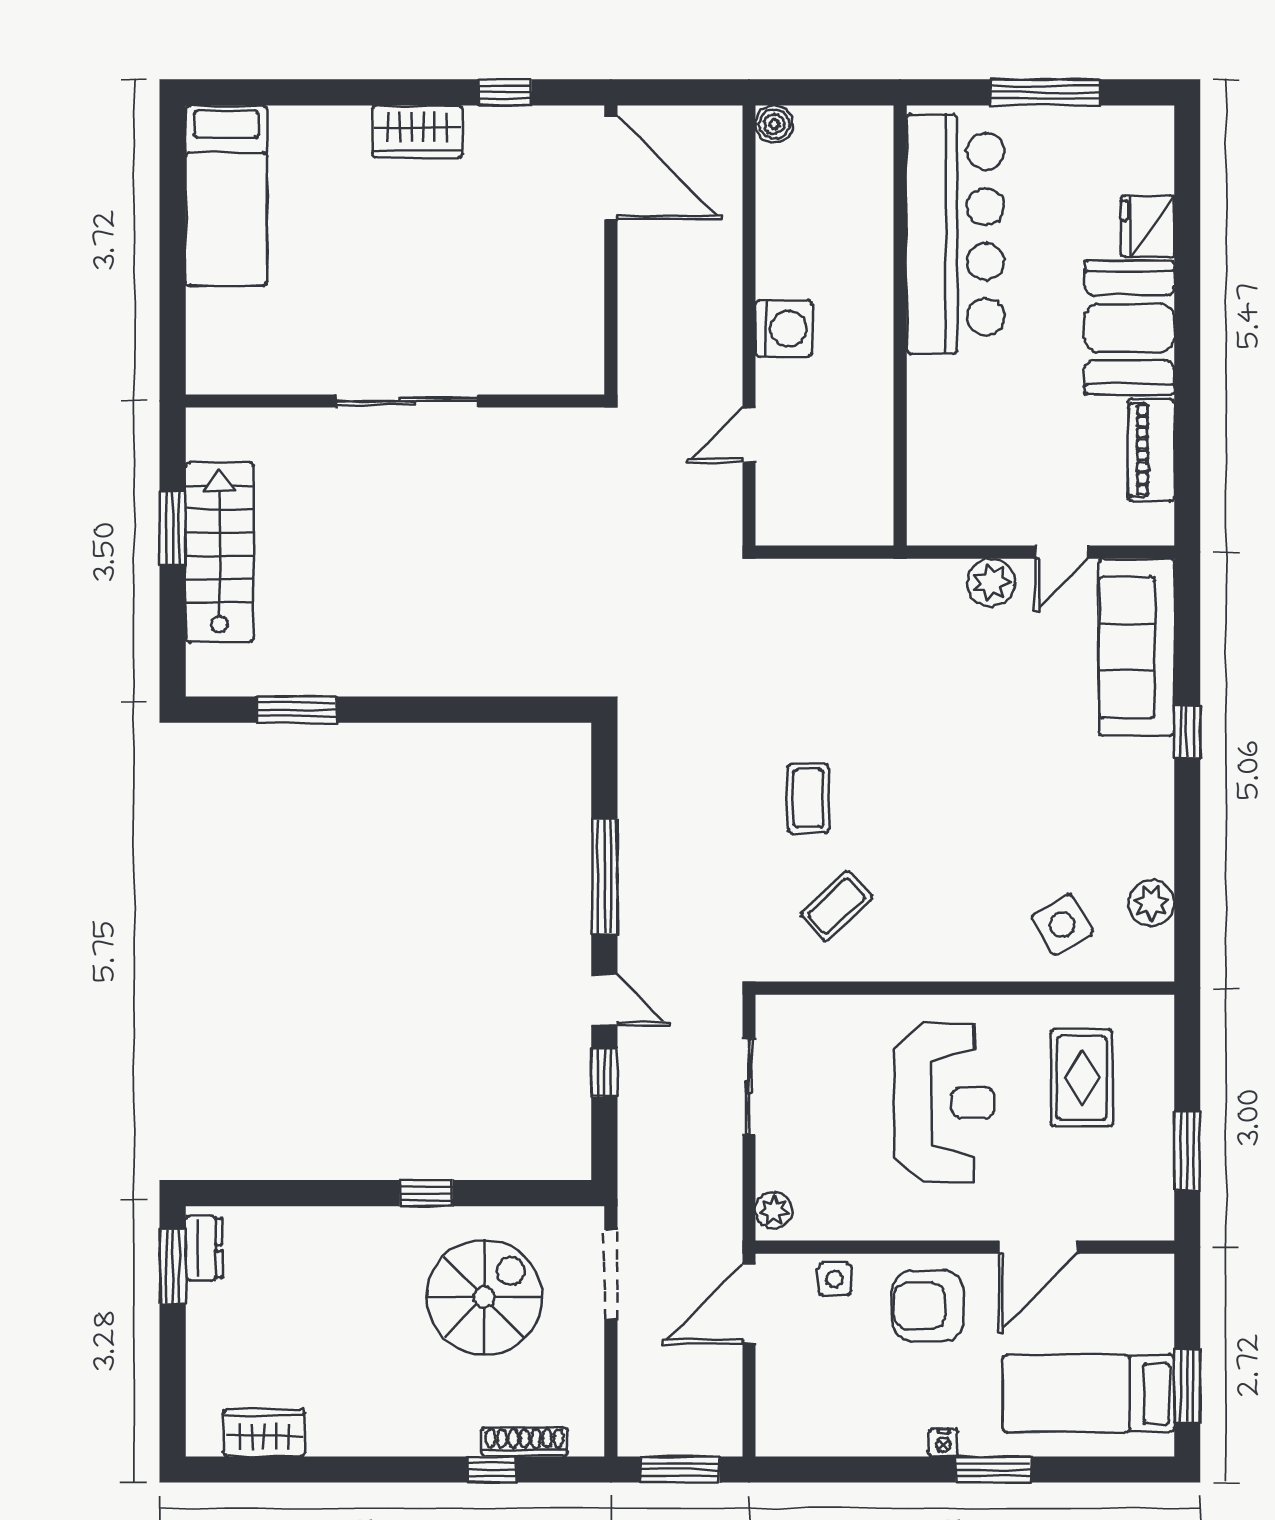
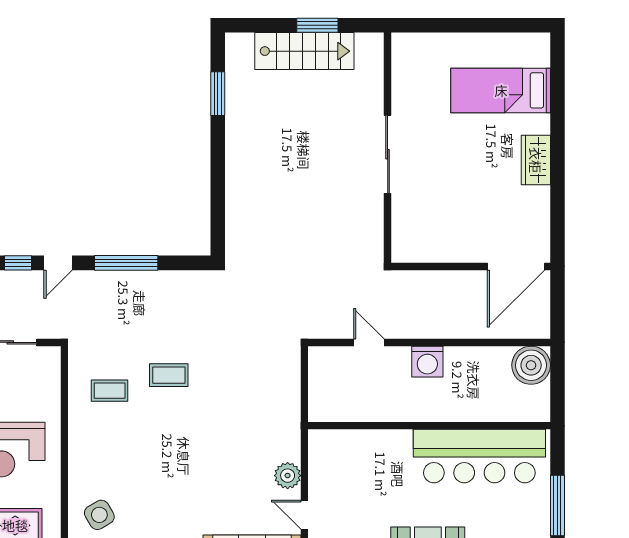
window: (505, 92) -> (557, 208), removed
boiler: (774, 124) -> (531, 365), width x1.86, depth x1.86
bed: (226, 196) -> (501, 90), moved
coffee table: (837, 906) -> (110, 391), turned -47

